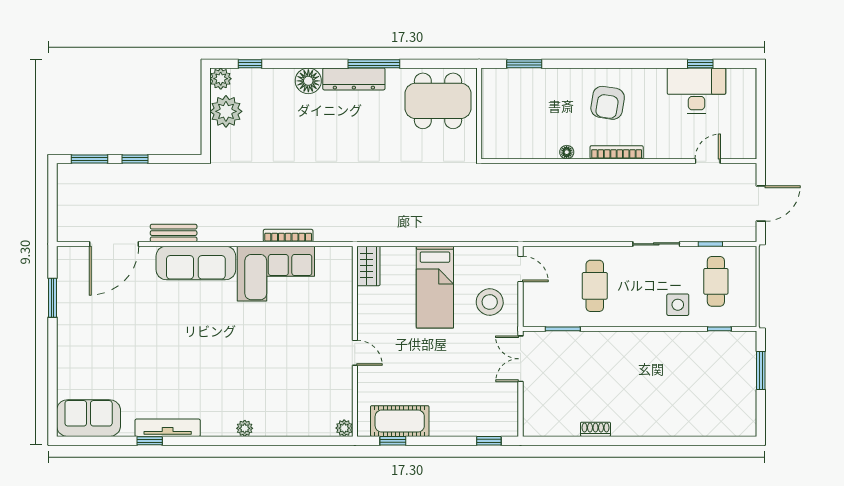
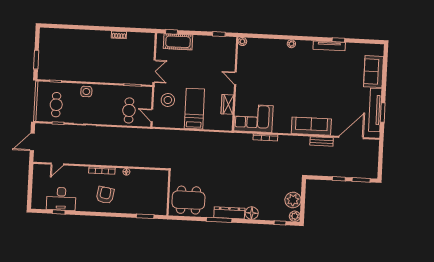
wardrobe: (368, 266) -> (227, 104), moved
corner sofa: (276, 274) -> (253, 118), moved
cafe table: (595, 286) -> (129, 110), moved
tv unit: (68, 302) -> (375, 110), added
side table: (678, 305) -> (86, 91), moved
sofa: (89, 418) -> (374, 72), moved, turned 90
cot: (400, 421) -> (178, 42), moved

